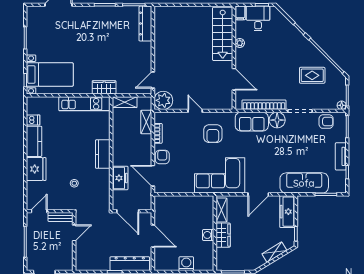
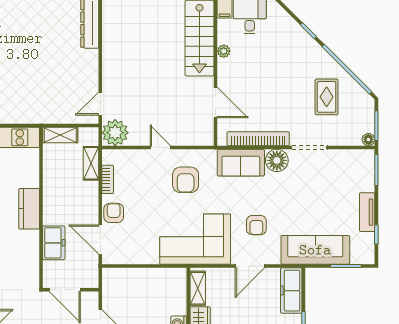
rug: (312, 75) -> (327, 97), turned 90
wardrobe: (104, 87) -> (31, 114), removed
armchair: (326, 122) -> (256, 225), moved, turned 90

